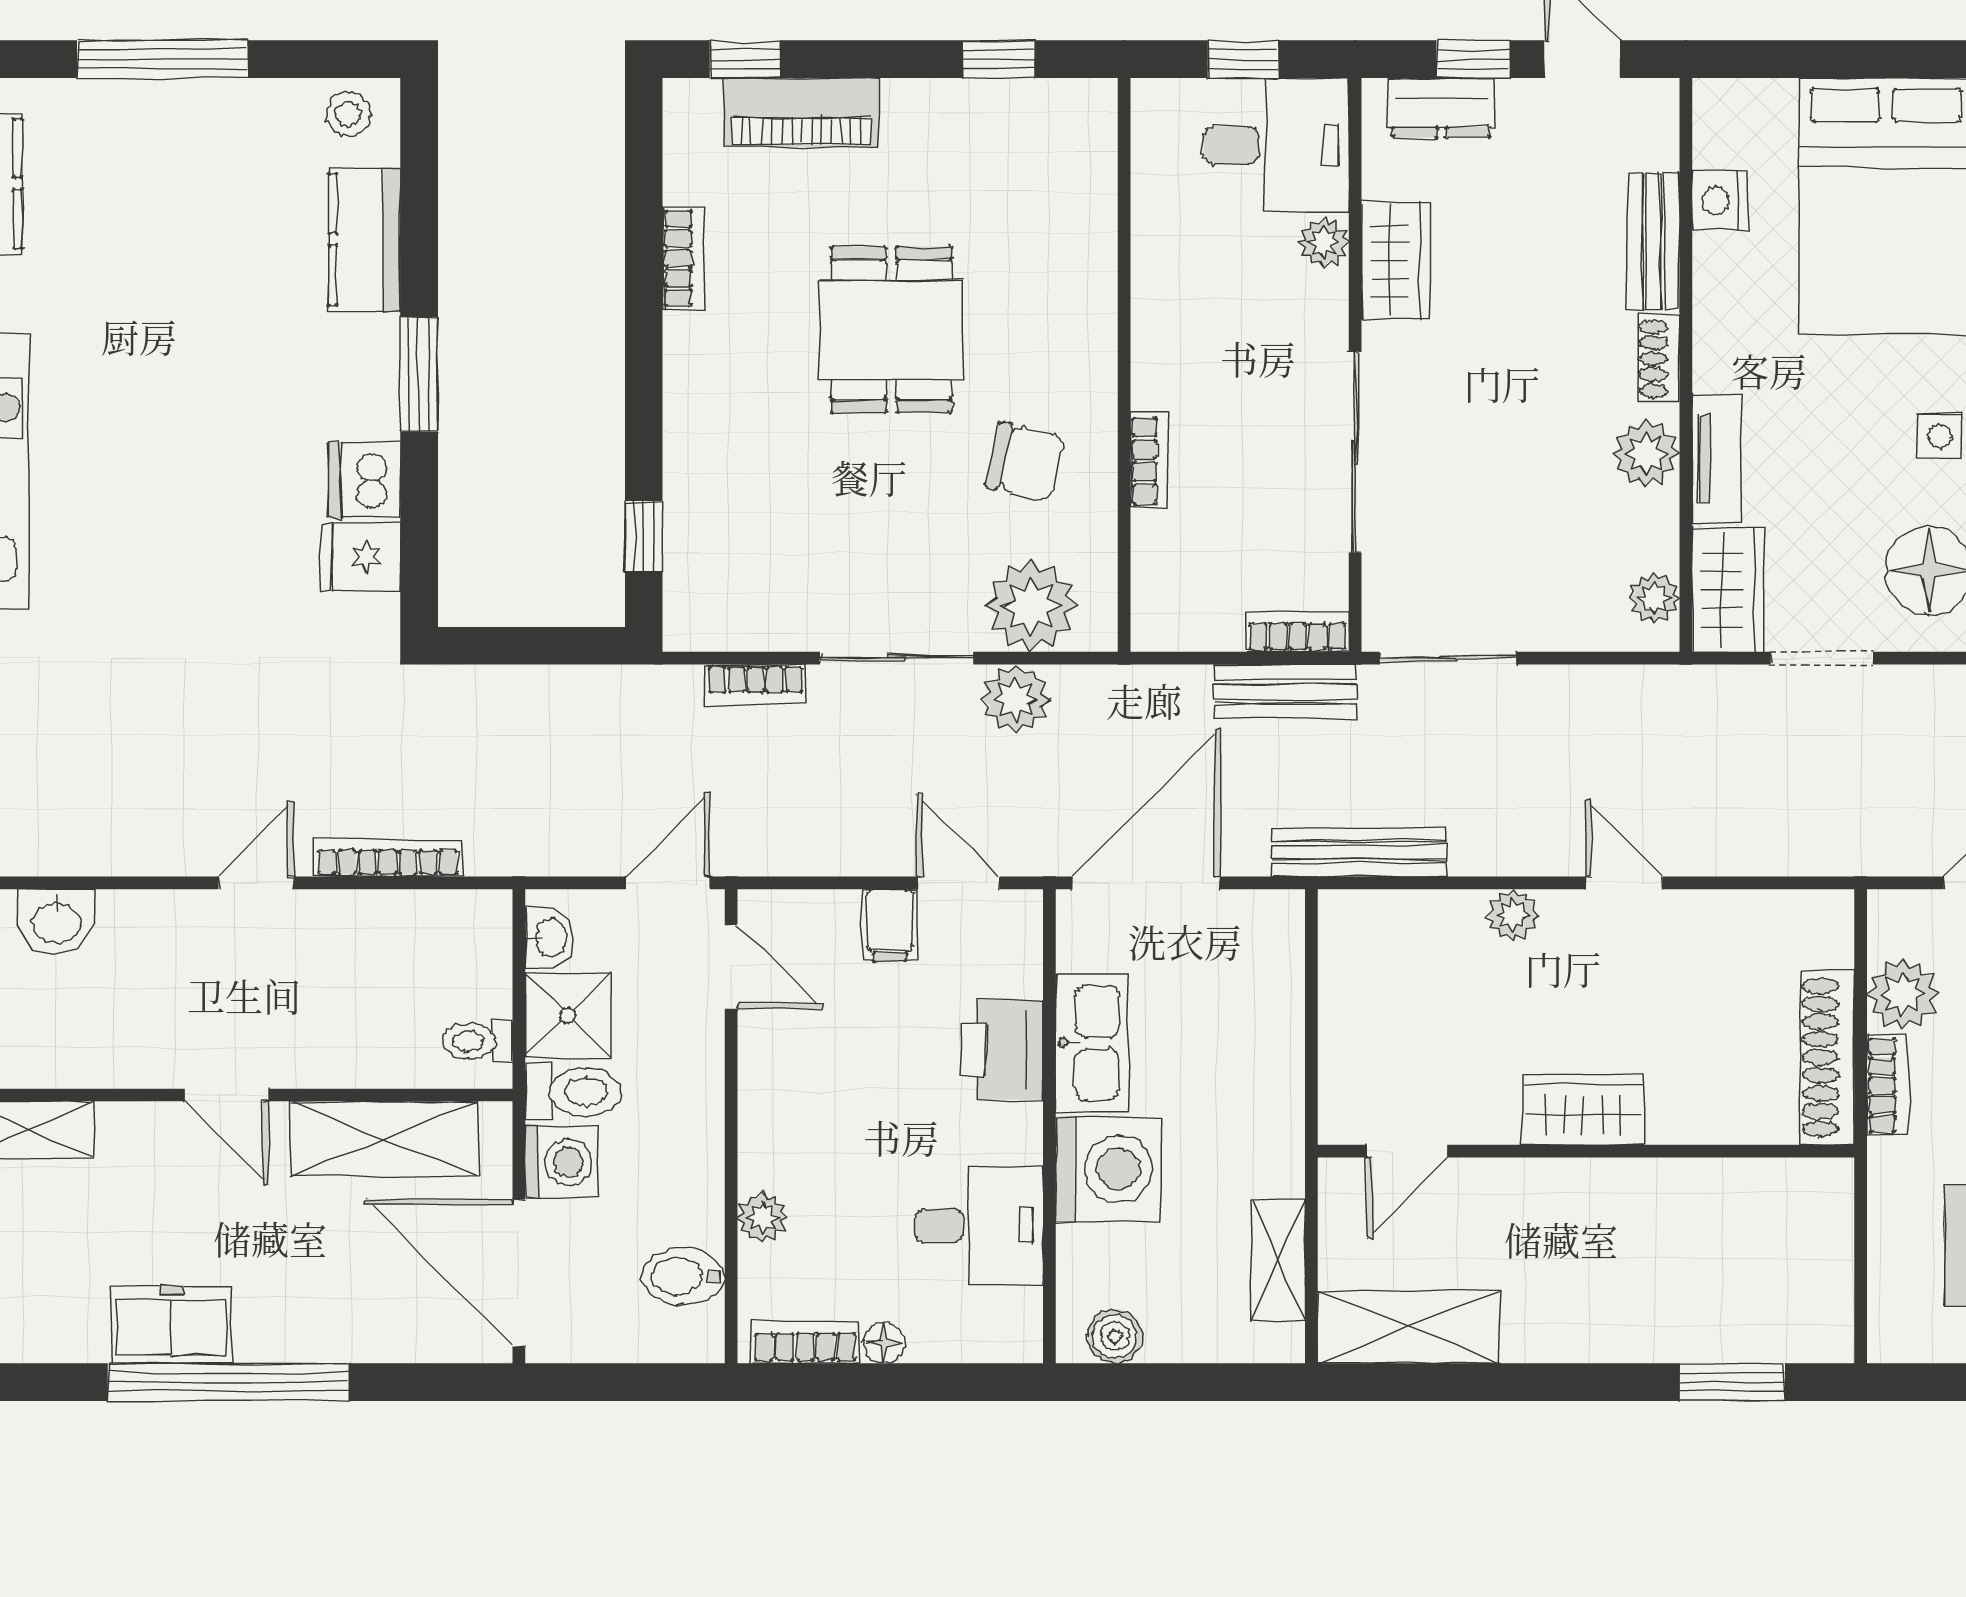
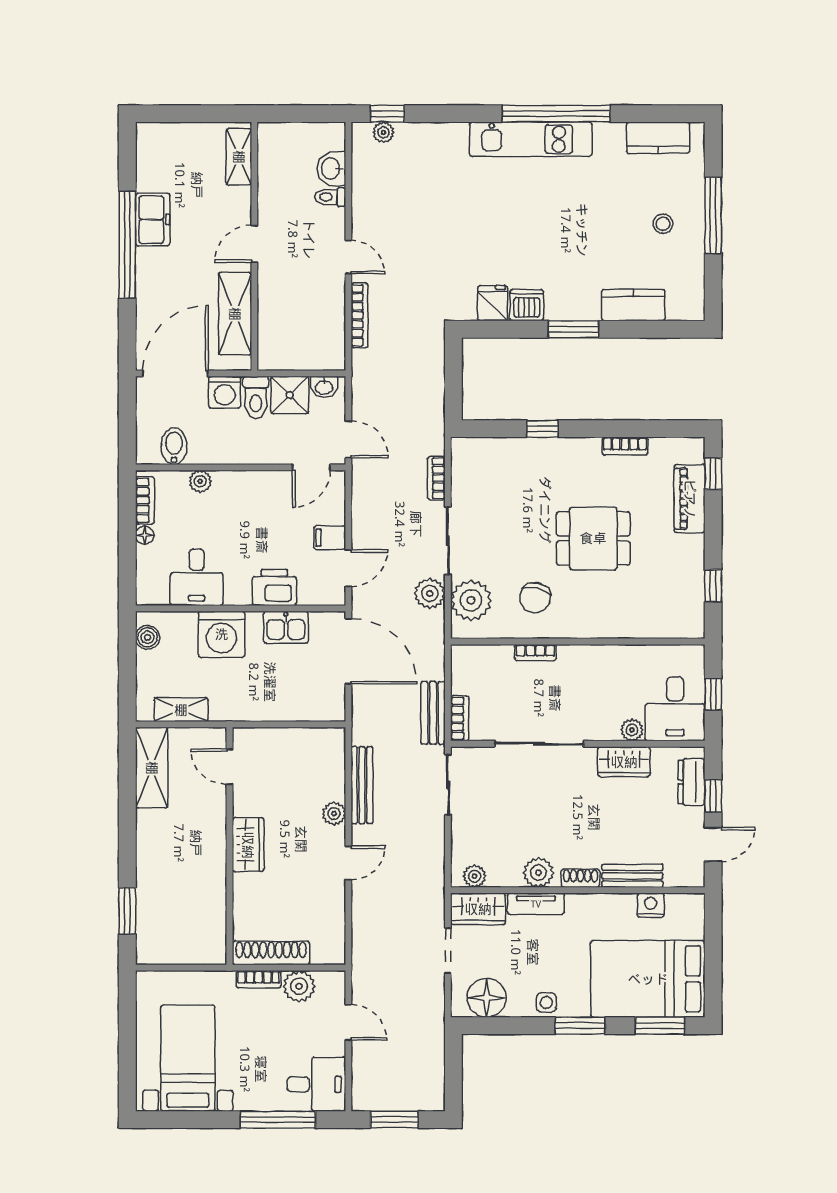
stool: (348, 114) -> (663, 224), moved
window: (644, 536) -> (542, 429), moved
bench: (1359, 852) -> (362, 785), moved
toilet: (478, 1041) -> (330, 197), moved, turned -90
kitchen sink: (1092, 1043) -> (286, 627), width x0.73

